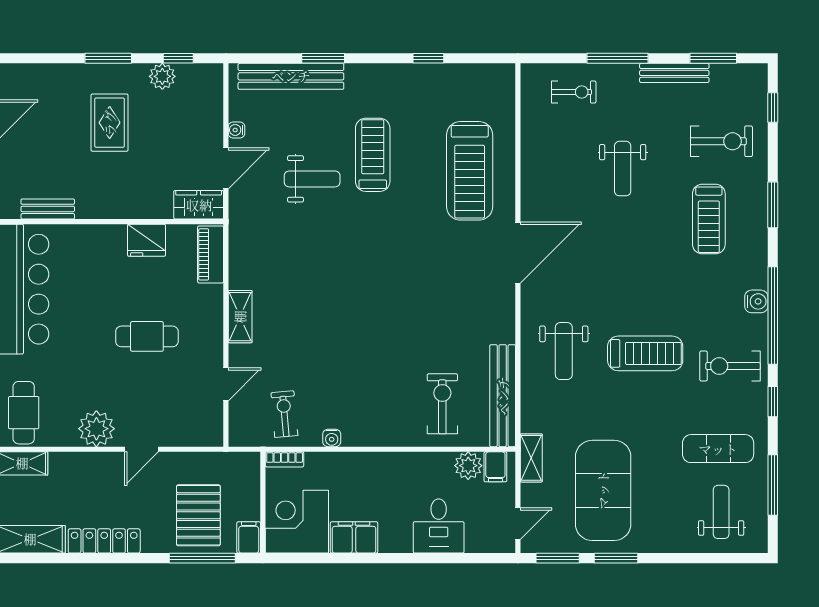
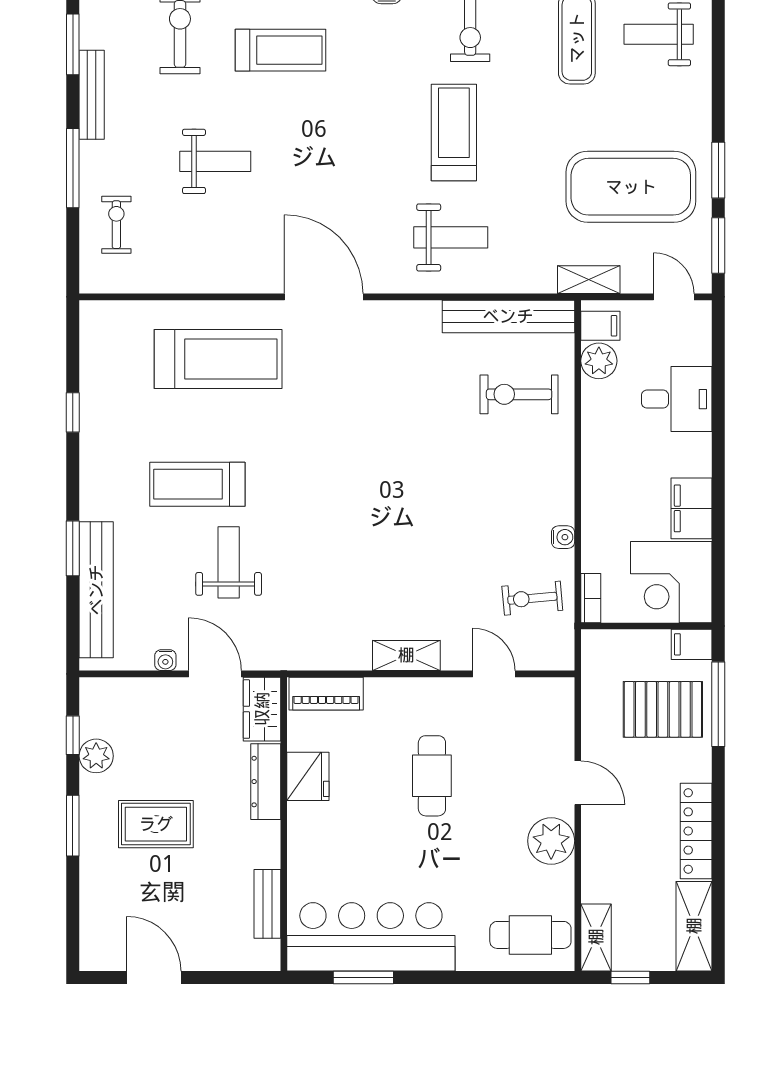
dresser: (142, 208) -> (266, 782), added

